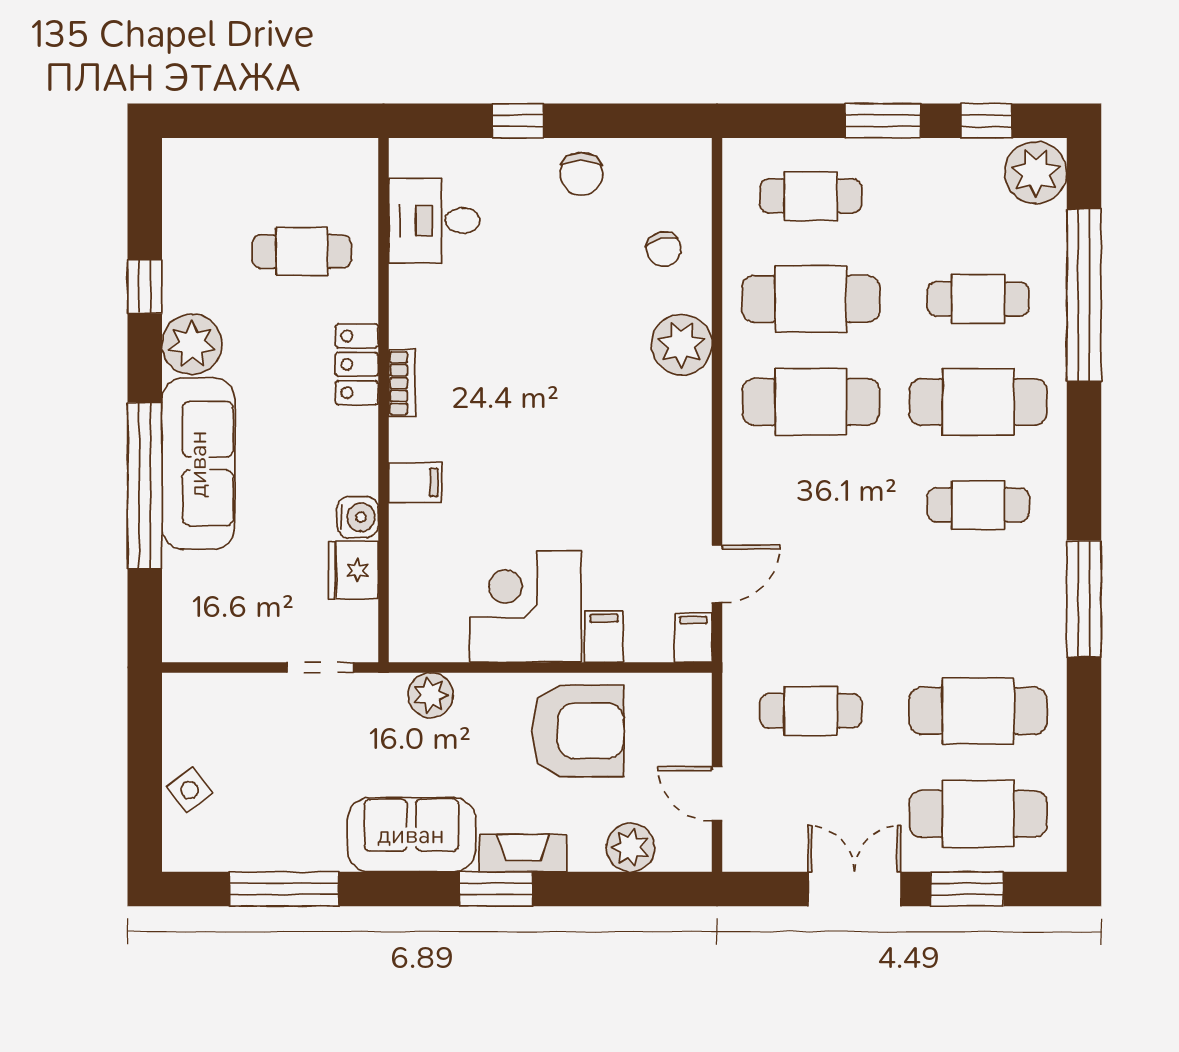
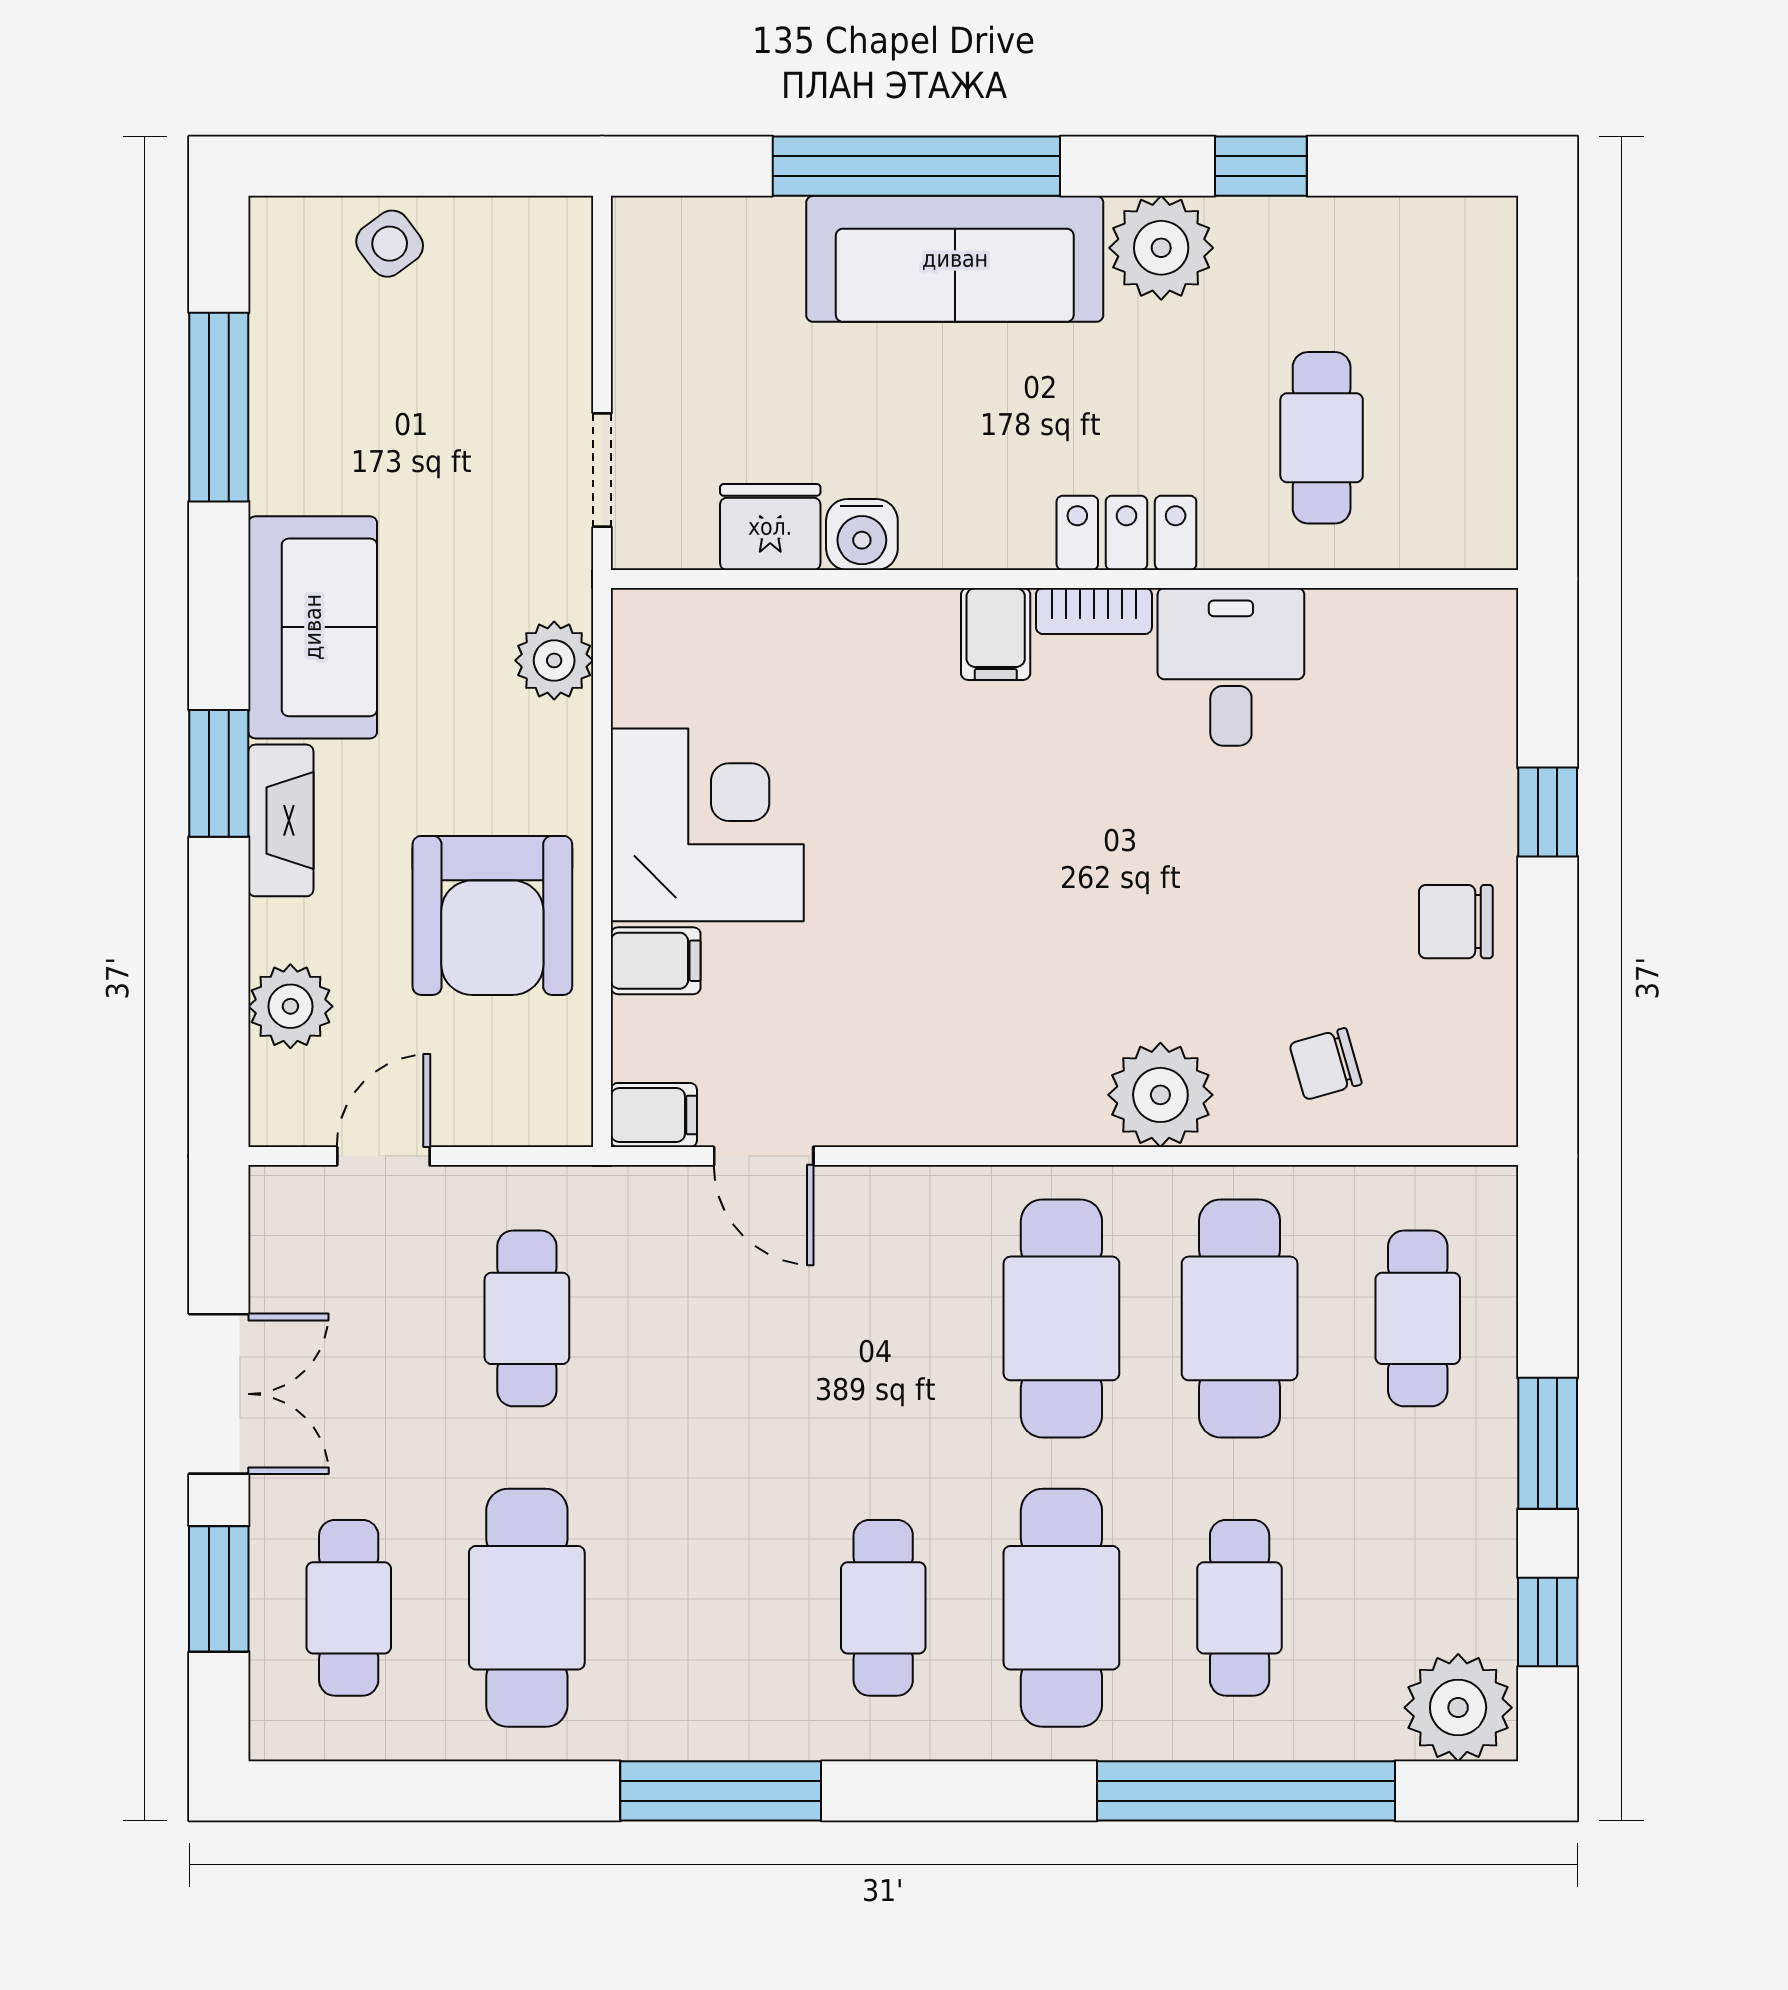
desk: (434, 221) -> (1231, 667), moved
filing cabinet: (415, 483) -> (996, 634), moved
cafe table: (978, 814) -> (349, 1608), width x0.73, depth x0.74

